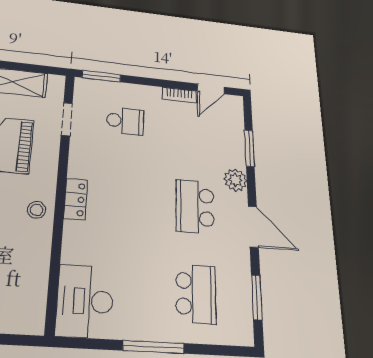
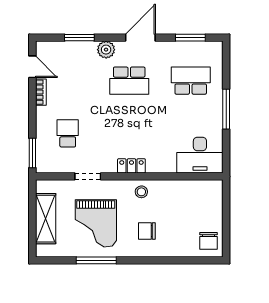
doorway: (67, 119) -> (88, 176), moved

